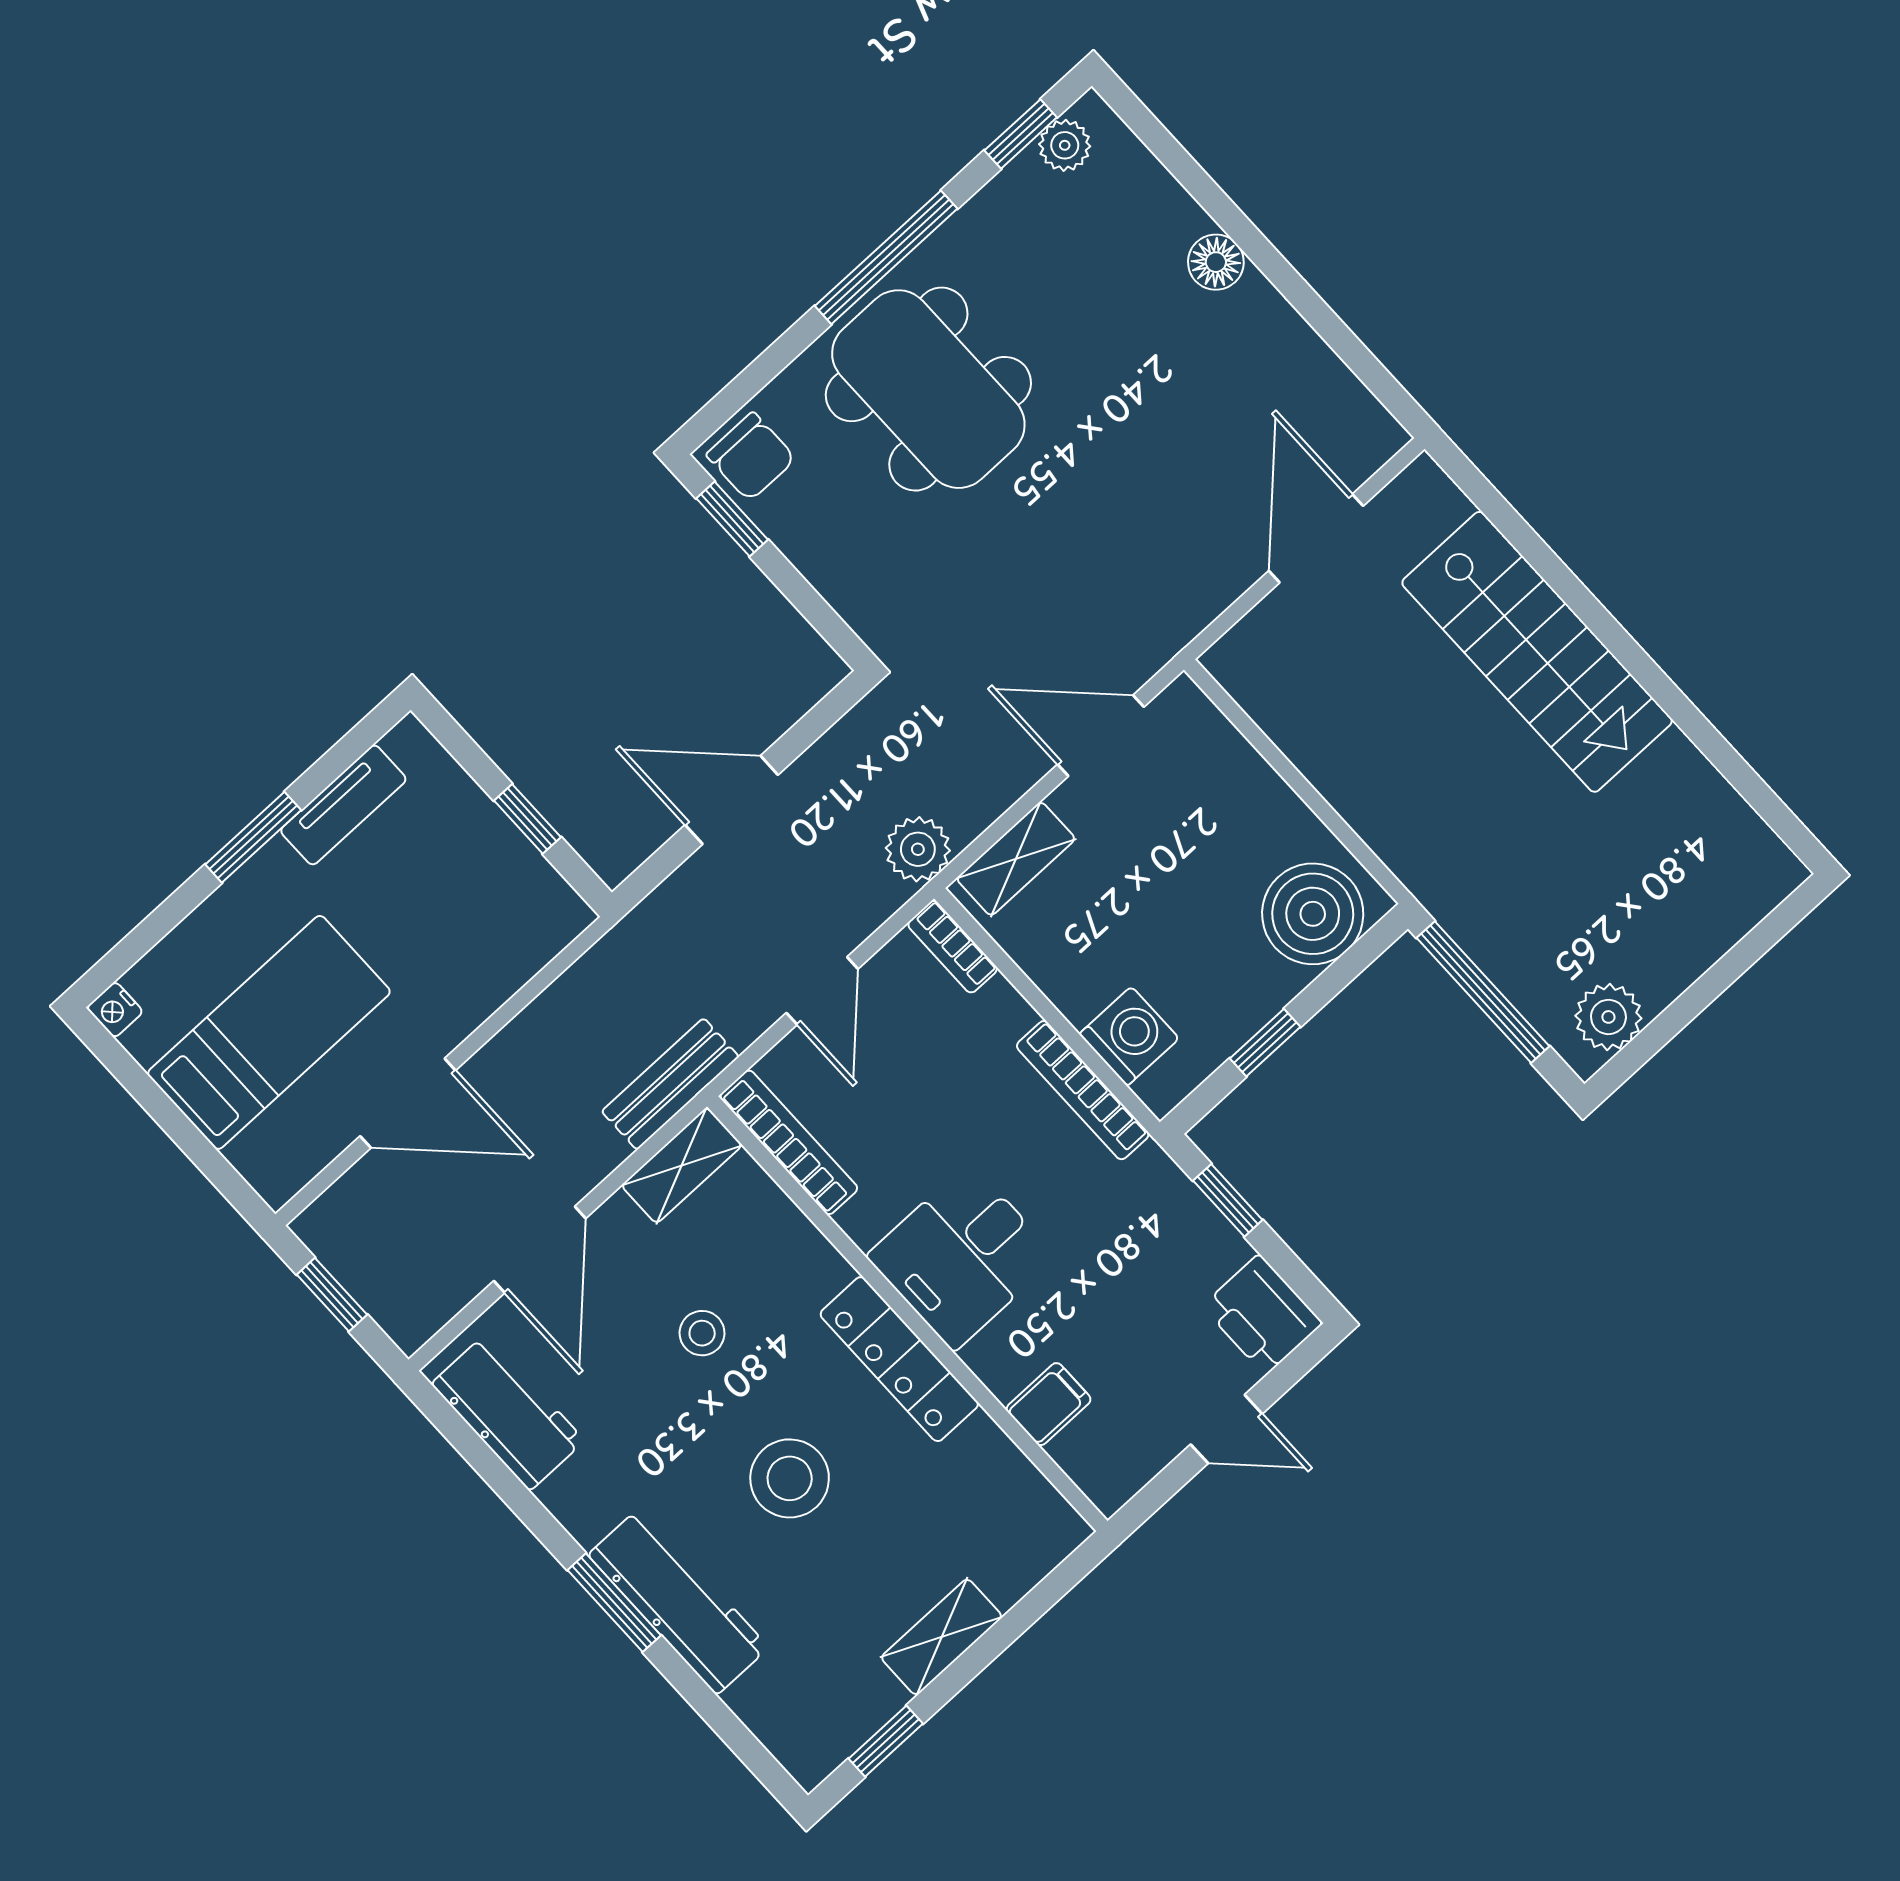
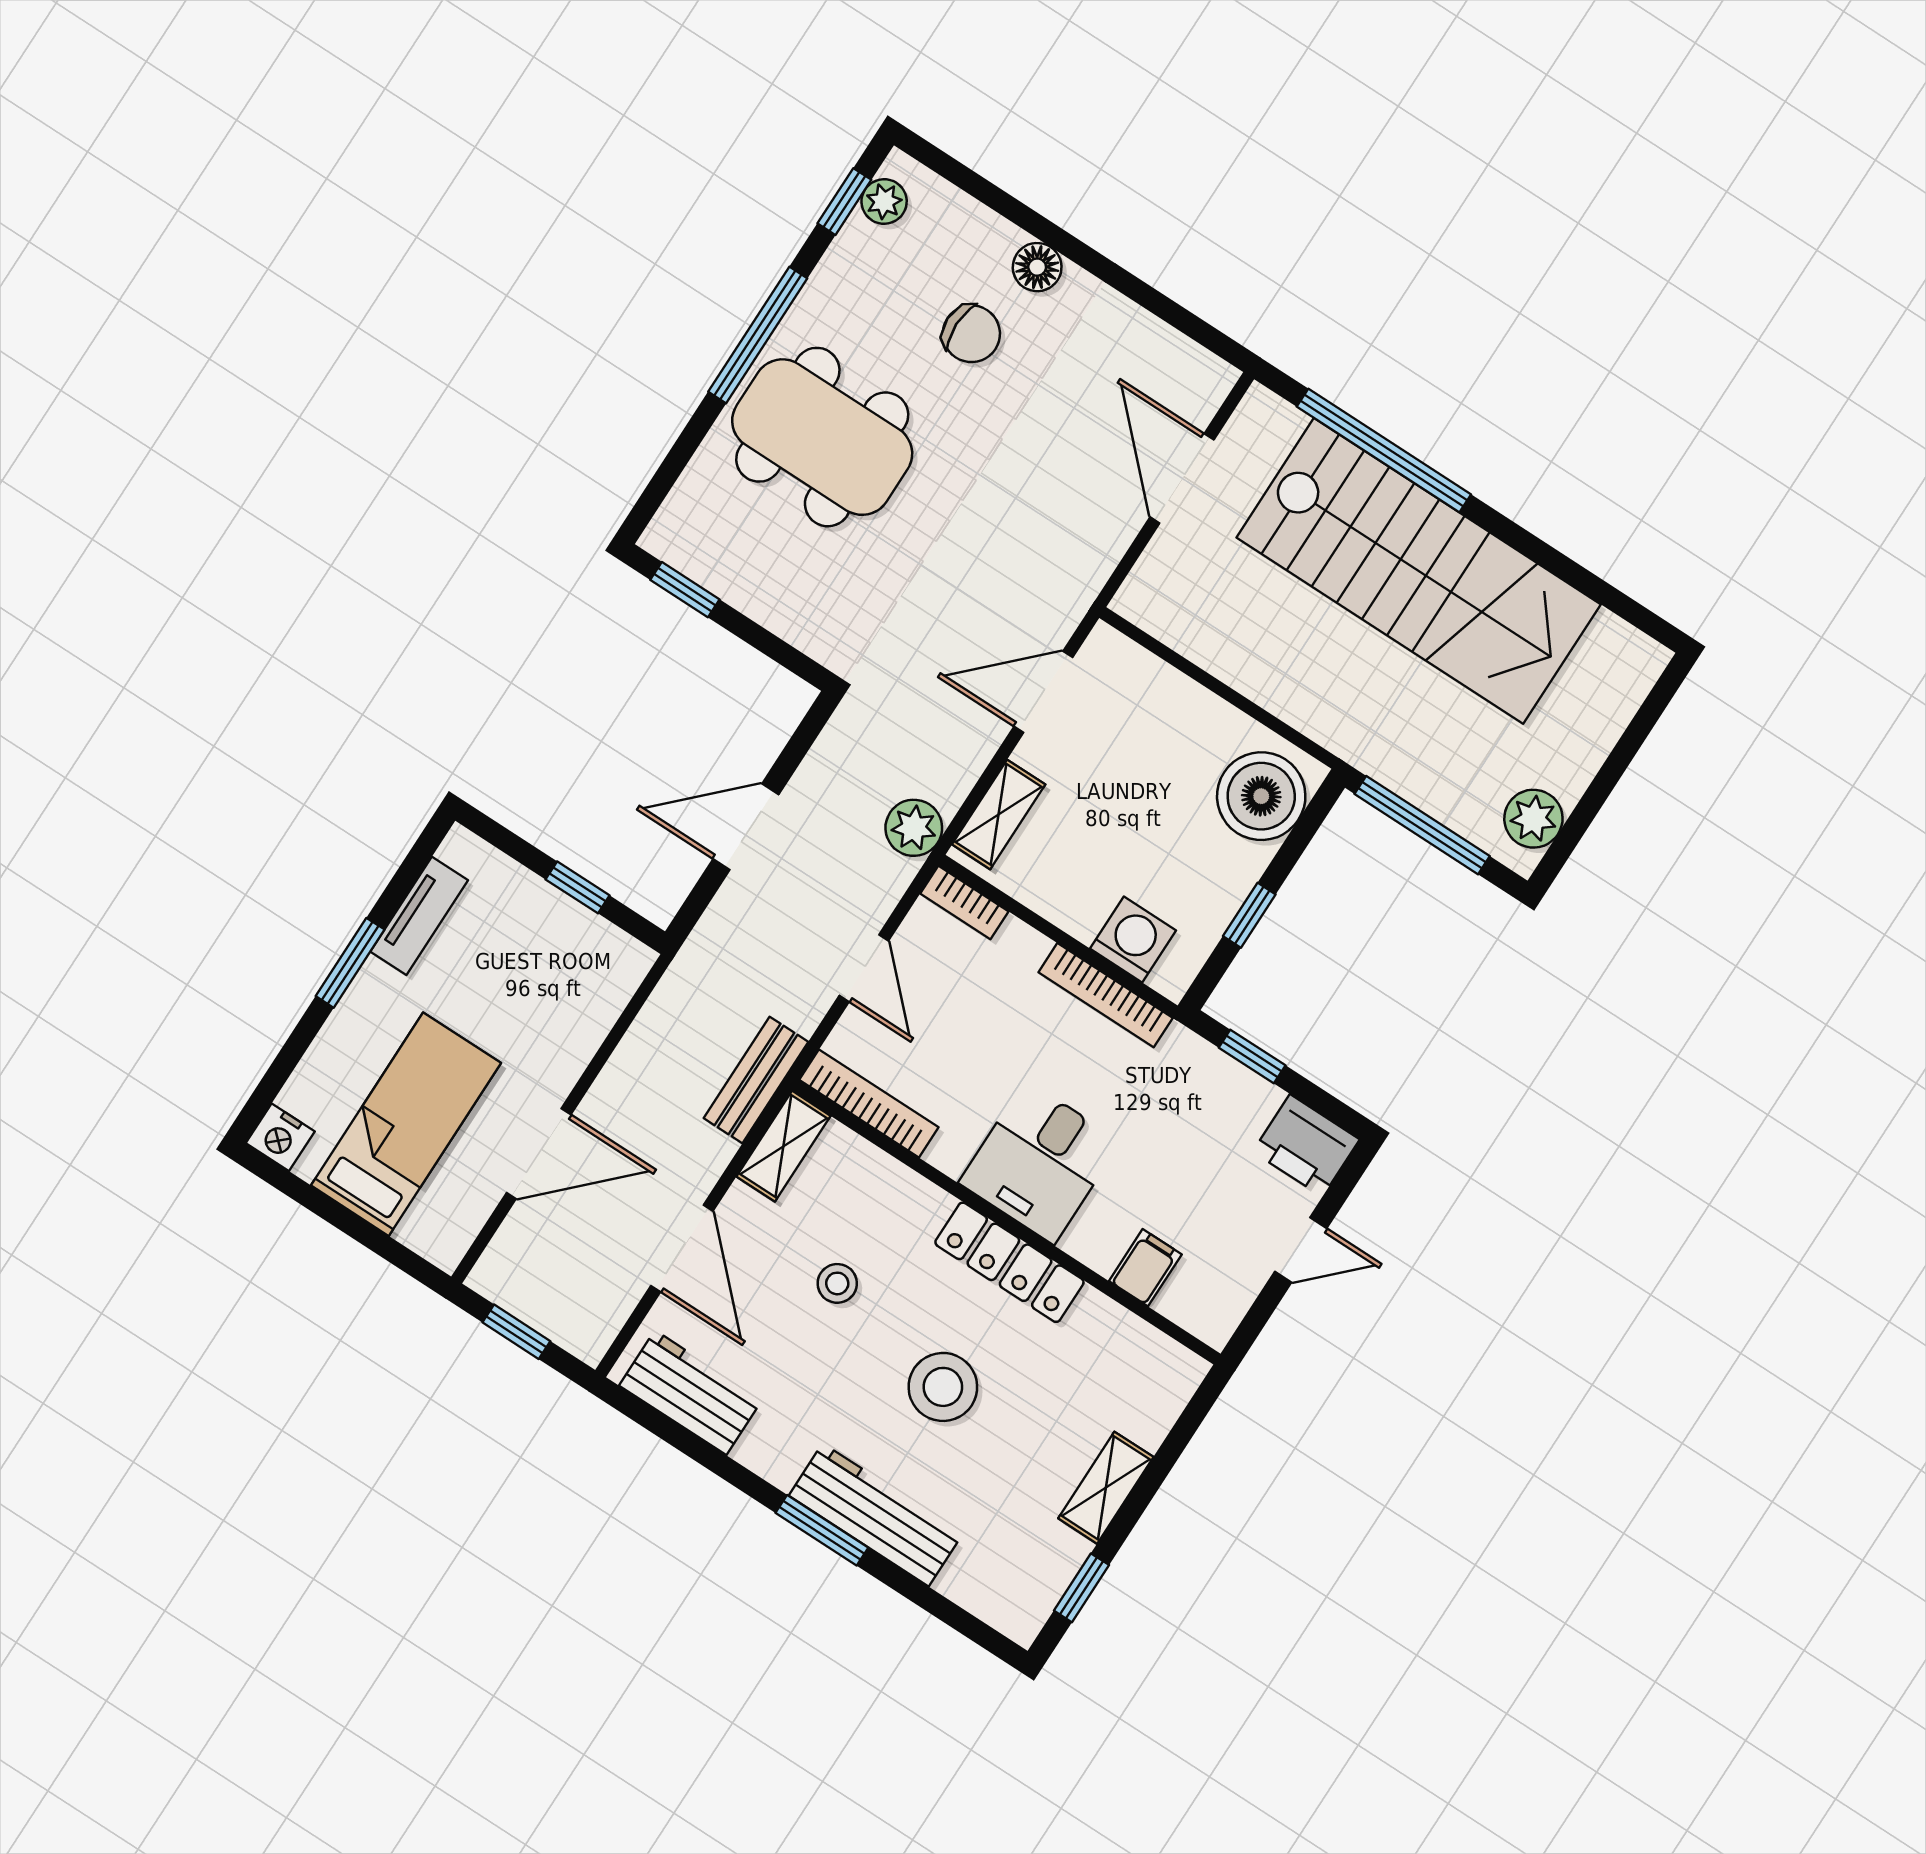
chair: (751, 457) -> (971, 334), moved
window: (1548, 565) -> (1384, 451), added
stairs: (1537, 652) -> (1419, 571), width x1.36, depth x1.51
nightstand: (115, 1010) -> (280, 1137), width x1.39, depth x1.35

